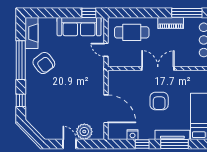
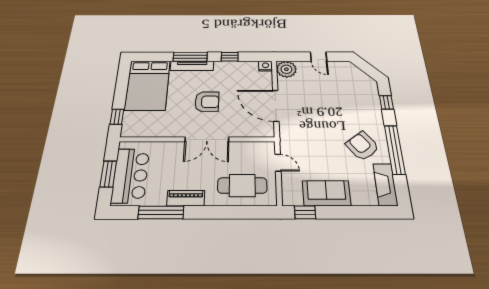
sofa: (79, 27) -> (326, 193), width x0.73
armchair: (159, 101) -> (207, 102), turned 90
door: (106, 109) -> (276, 106), moved
plant: (84, 132) -> (286, 69), moved
nightstand: (133, 135) -> (265, 66), moved

